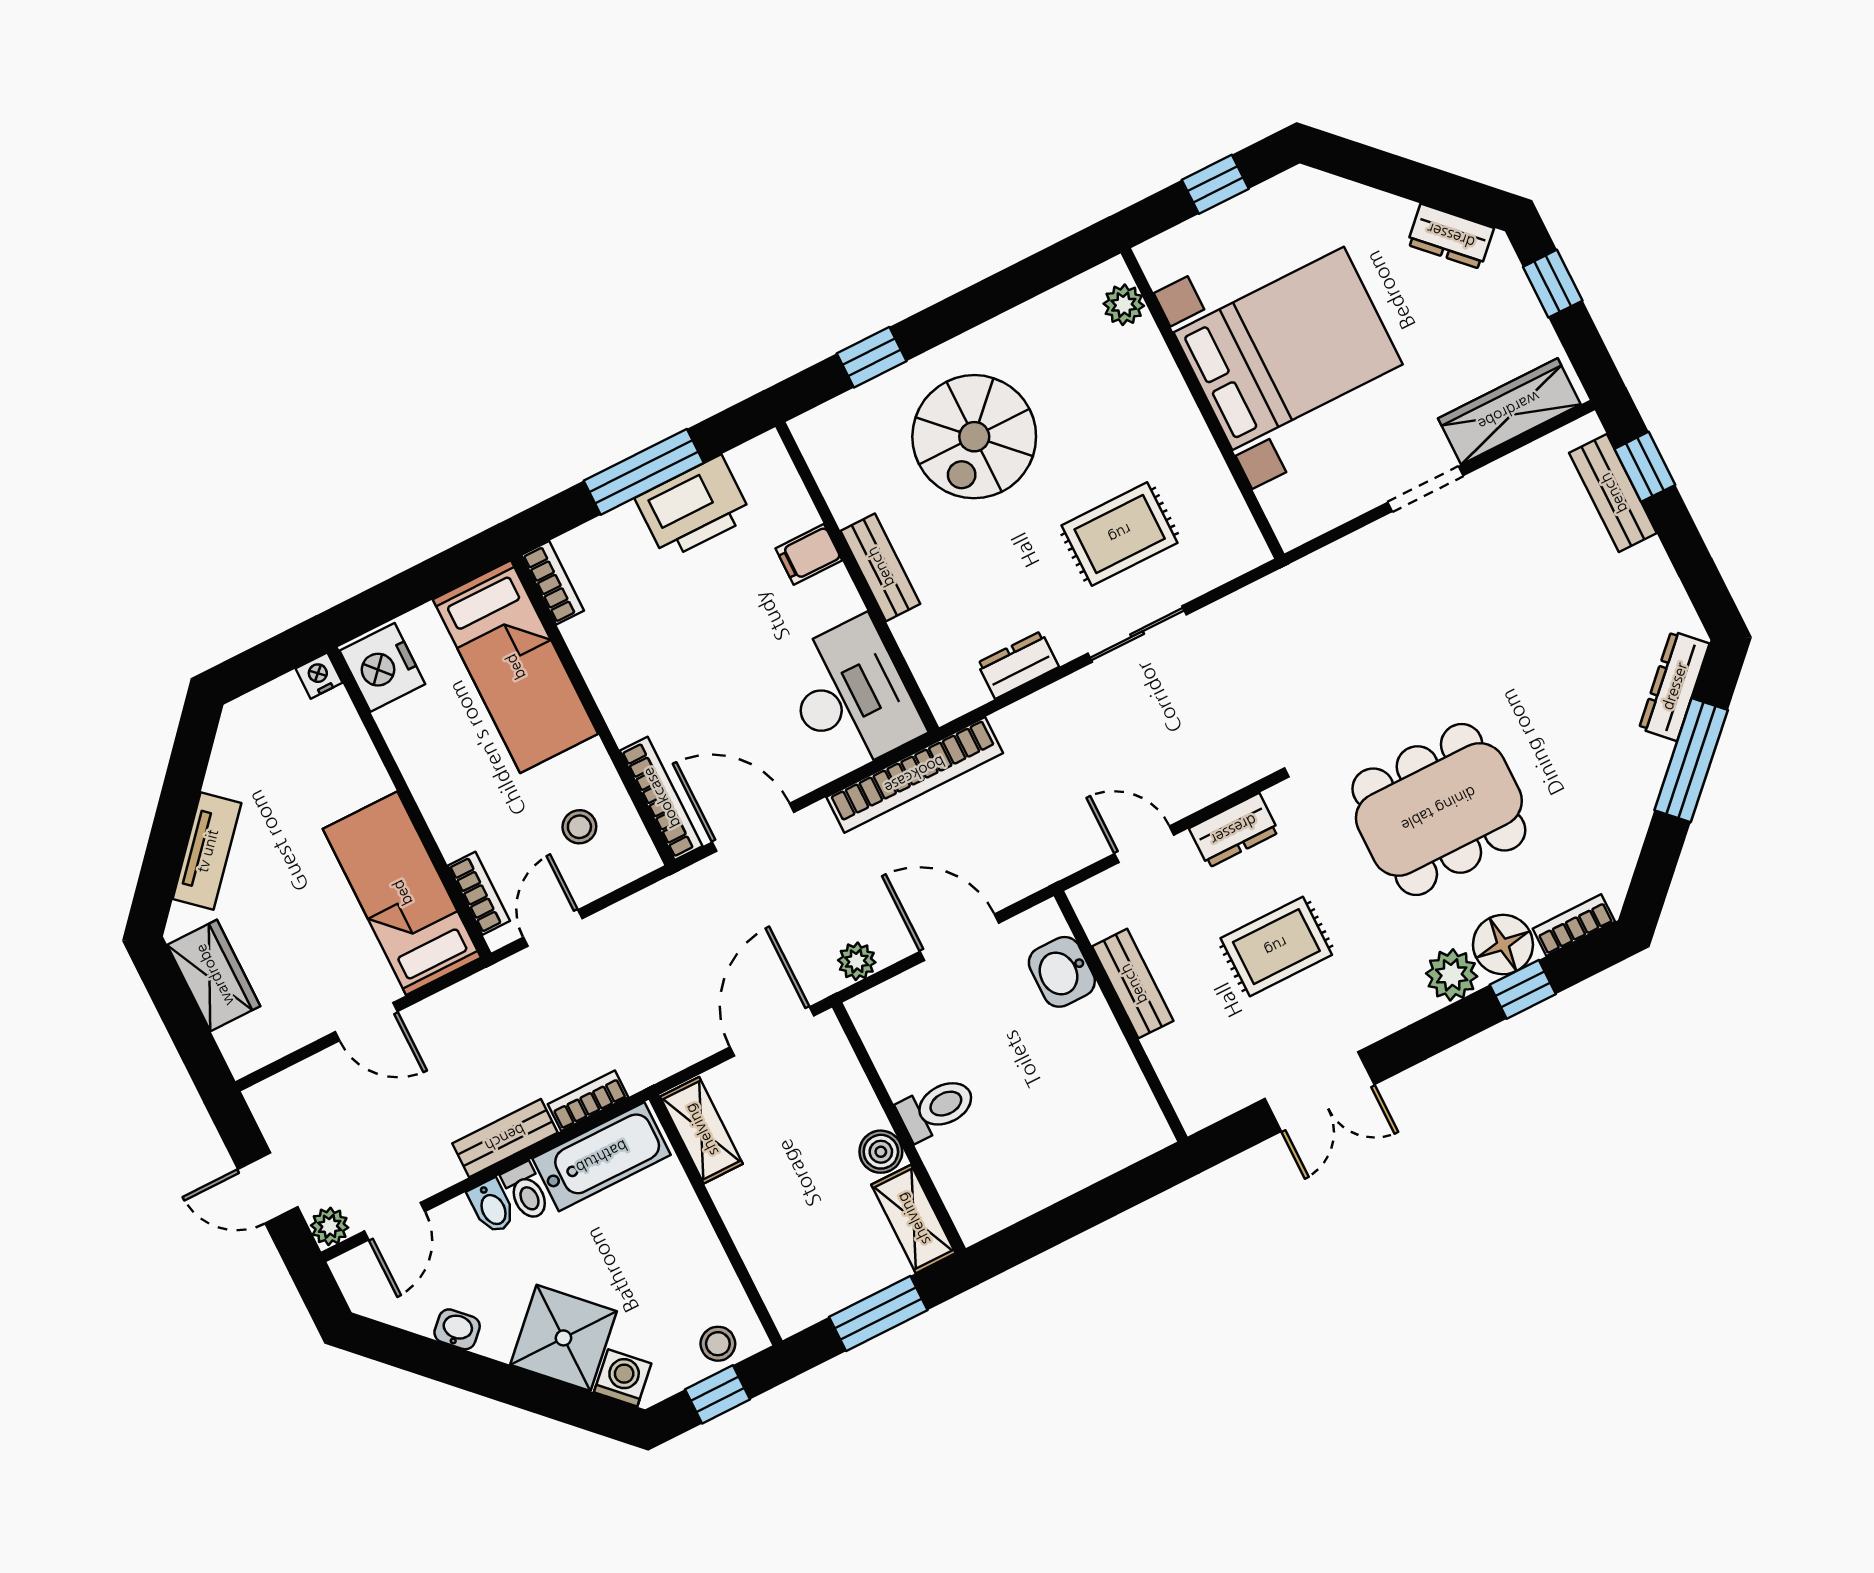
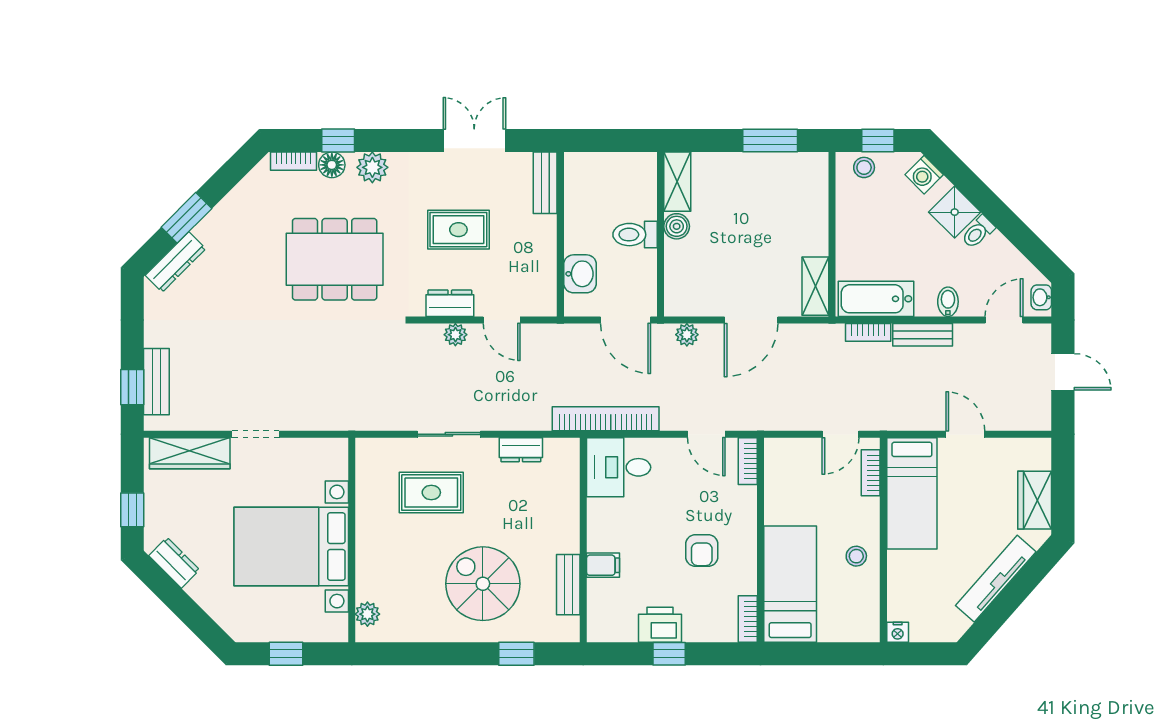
spiral stairs: (974, 437) -> (483, 584), turned -90
window: (644, 472) -> (669, 654), width x0.46
printer: (694, 507) -> (660, 625), width x0.73, depth x0.84
bench: (880, 567) -> (568, 585), moved
armchair: (673, 650) -> (702, 550), added
nightstand: (382, 667) -> (862, 619), removed
desk: (851, 696) -> (619, 467), width x0.73
window: (1691, 760) -> (186, 218), width x0.69
bookcase: (661, 798) -> (748, 461), width x0.64
stool: (579, 827) -> (856, 556), moved
door: (753, 827) -> (706, 434), width x0.73
tv unit: (207, 851) -> (996, 579), width x1.41
floor lamp: (1503, 945) -> (332, 165), width x0.73, depth x0.73
bench: (1133, 984) -> (545, 183), moved
toilet: (937, 1108) -> (635, 235), moved
wall: (899, 1128) -> (660, 234), moved
boiler: (881, 1152) -> (677, 226), moved
toilet: (526, 1192) -> (978, 232), moved, turned -135
shelving: (913, 1219) -> (677, 182), moved
plant: (330, 1226) -> (455, 335), moved
washbasin: (457, 1329) -> (1041, 297), moved, turned 45
shower: (563, 1338) -> (955, 212), width x0.73, depth x0.73

